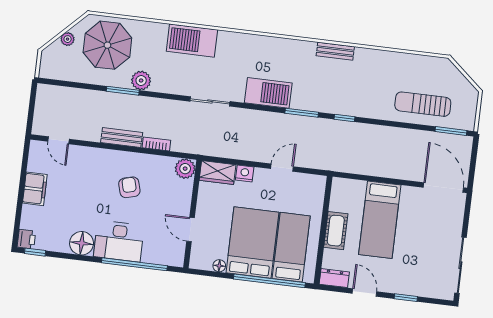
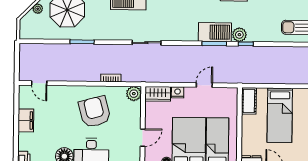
plant: (141, 80) -> (239, 35), moved
barbecue: (268, 93) -> (215, 32), moved
bench: (122, 138) -> (85, 76), removed
armchair: (129, 187) -> (95, 112), width x1.88, depth x1.88
door: (190, 230) -> (143, 138), swing flipped
cot: (336, 231) -> (249, 101), moved

